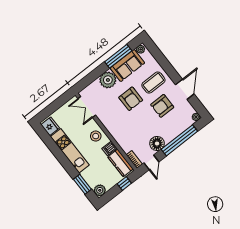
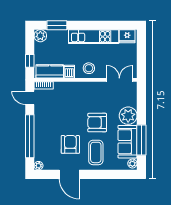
floor lamp: (157, 144) -> (42, 115), removed

